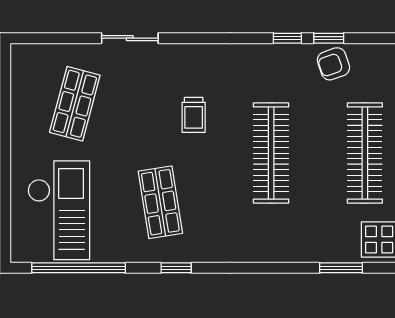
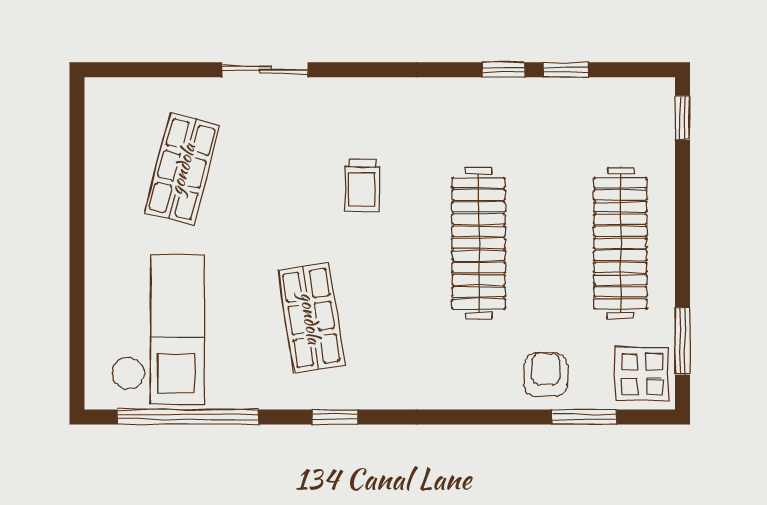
armchair: (333, 64) -> (546, 375), moved, turned 109

